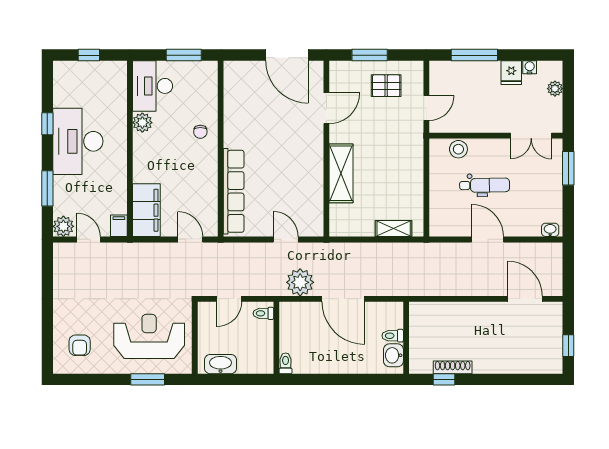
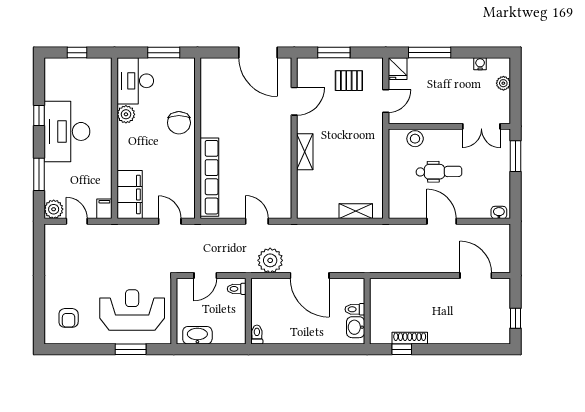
fridge: (511, 73) -> (398, 69), moved
chair: (200, 132) -> (179, 123), width x1.87, depth x1.87
shelving: (341, 173) -> (305, 152), width x0.67, depth x0.75

